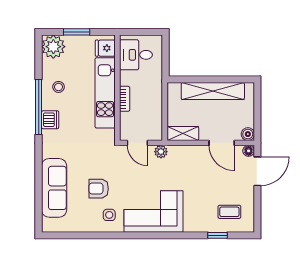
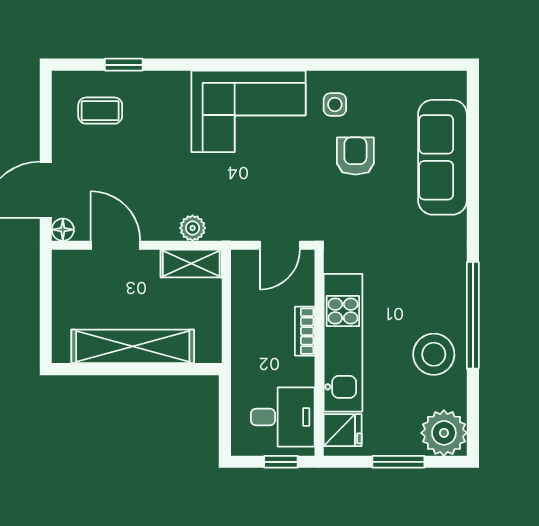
window: (137, 32) -> (281, 462), added
stool: (59, 87) -> (434, 354), width x1.89, depth x1.89
dishwasher: (50, 120) -> (450, 290), removed
boiler: (248, 134) -> (64, 262), removed
door: (137, 143) -> (280, 245), swing flipped
plant: (161, 152) -> (193, 228), moved
armchair: (99, 189) -> (355, 156), turned -90

